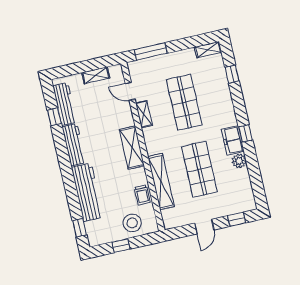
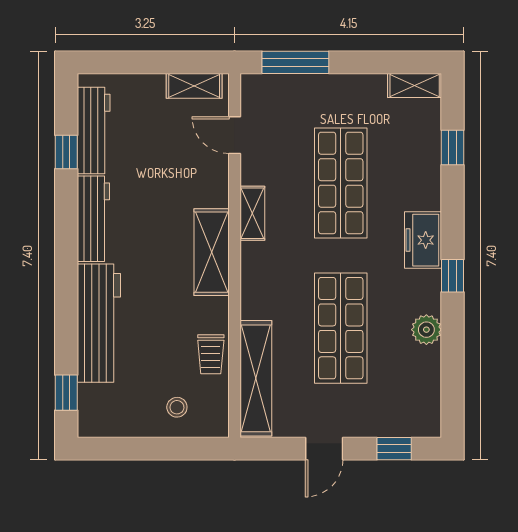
shelving: (96, 75) -> (194, 86), moved
shelving: (144, 114) -> (252, 213), moved
freezer: (233, 140) -> (423, 240), moved
shelving: (161, 182) -> (256, 378), moved
stool: (132, 223) -> (177, 407), width x0.53, depth x0.53
window: (121, 246) -> (143, 449), removed

